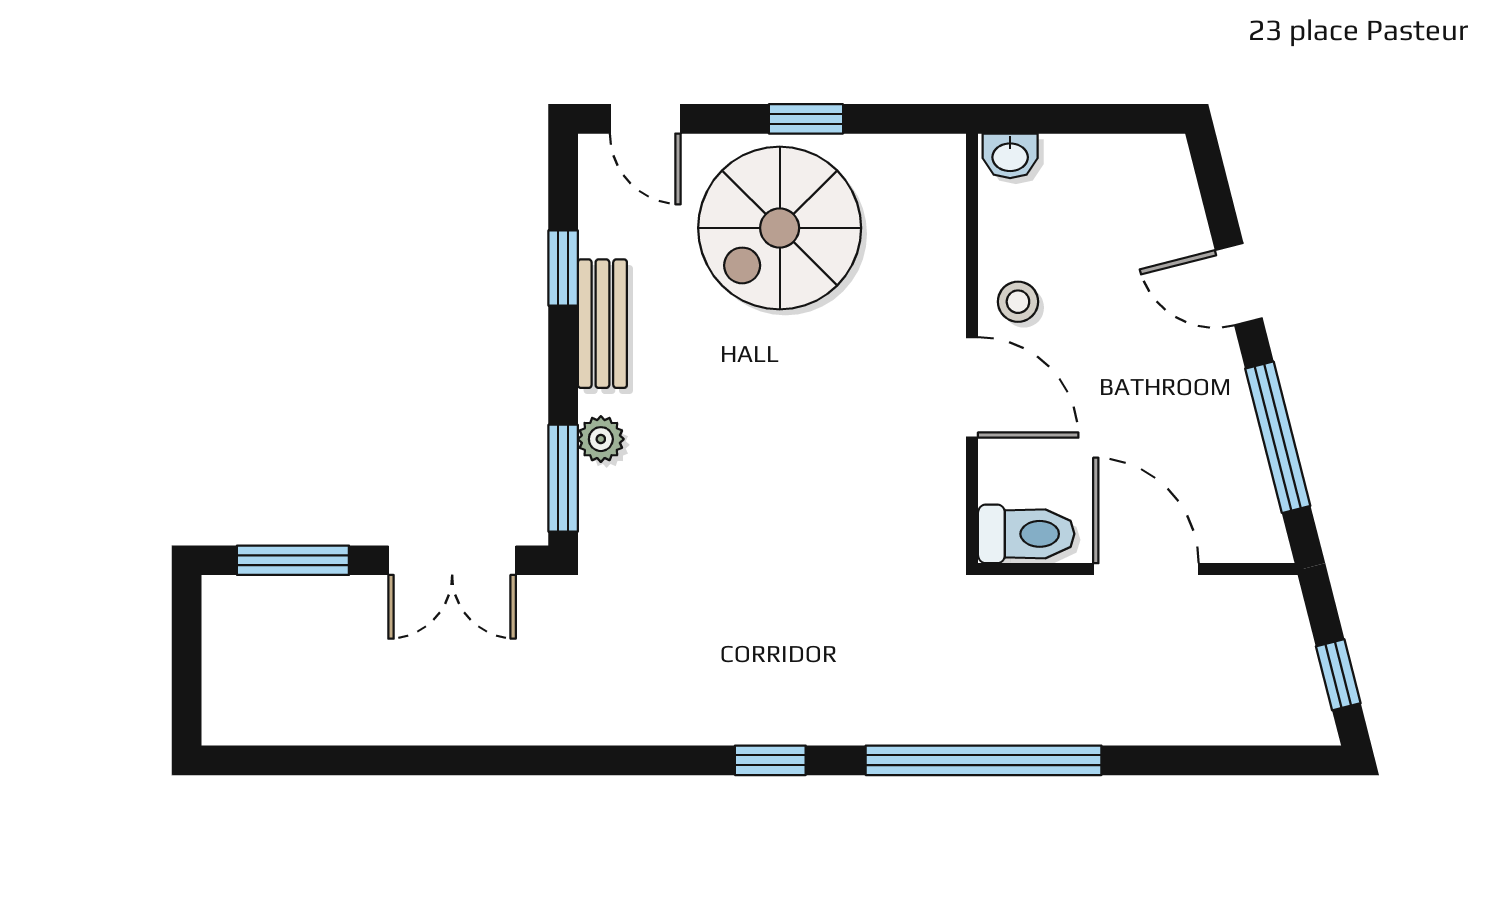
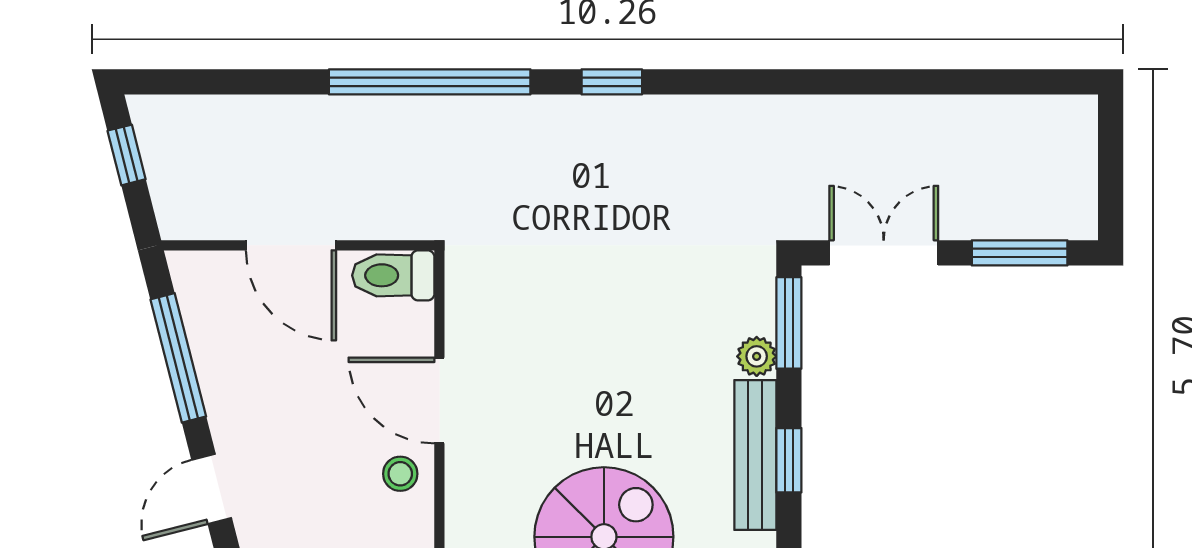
window: (563, 268) -> (789, 460), moved
door: (1239, 284) -> (212, 489), swing flipped
bench: (602, 324) -> (755, 455), width x1.36

